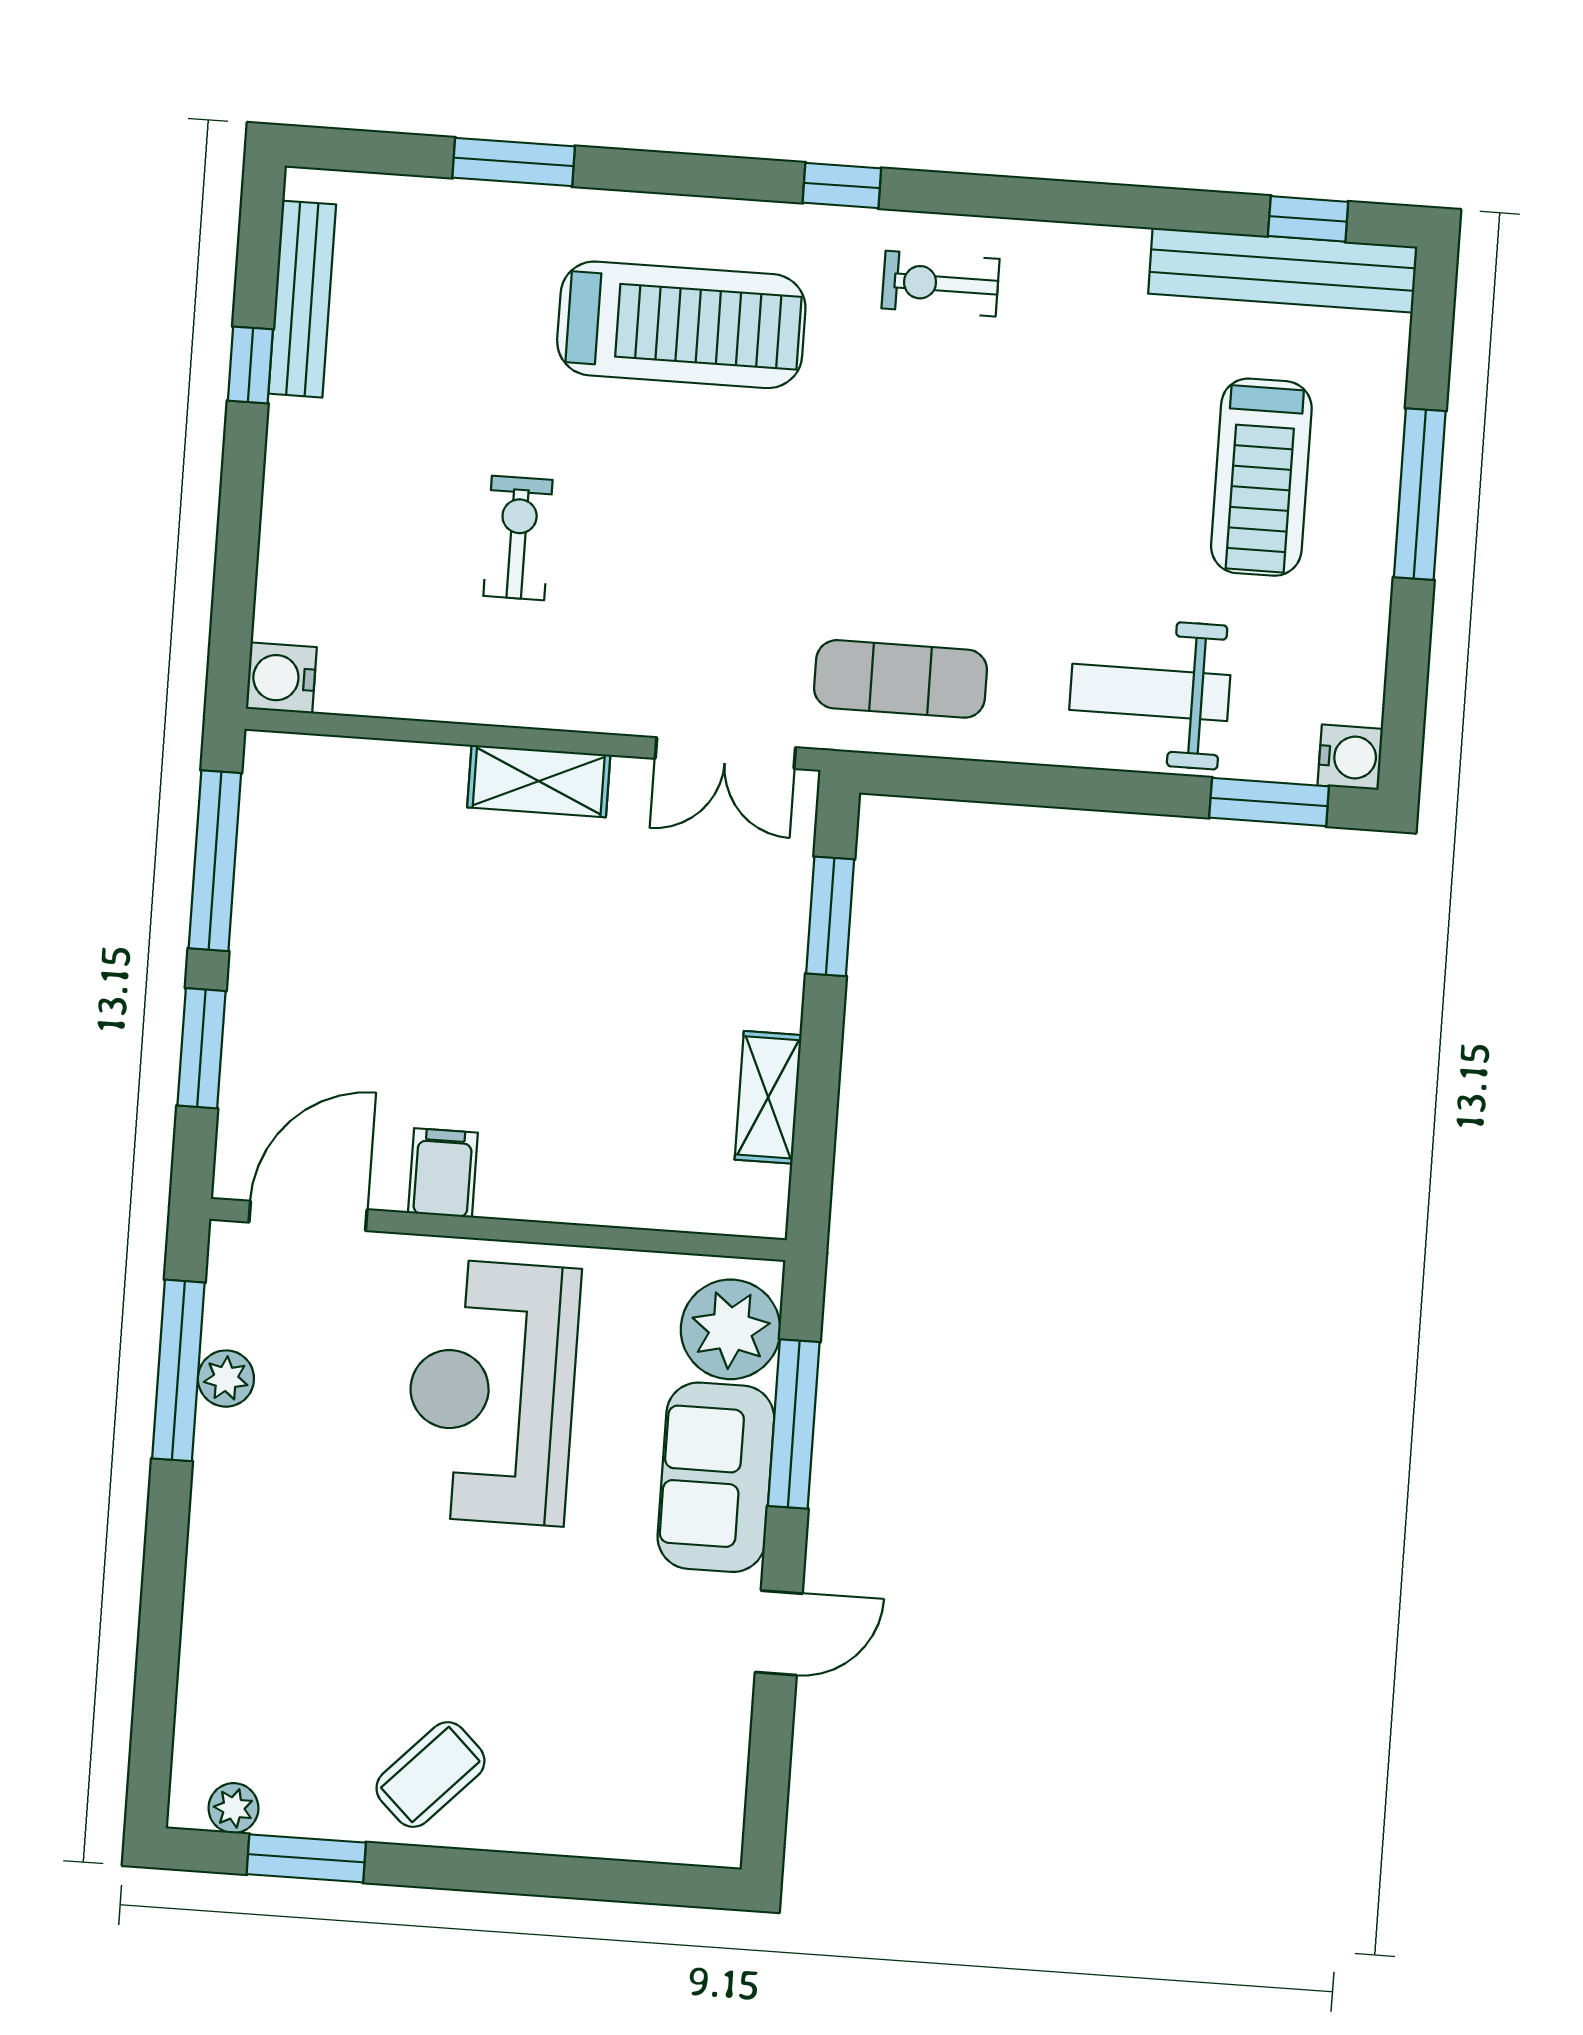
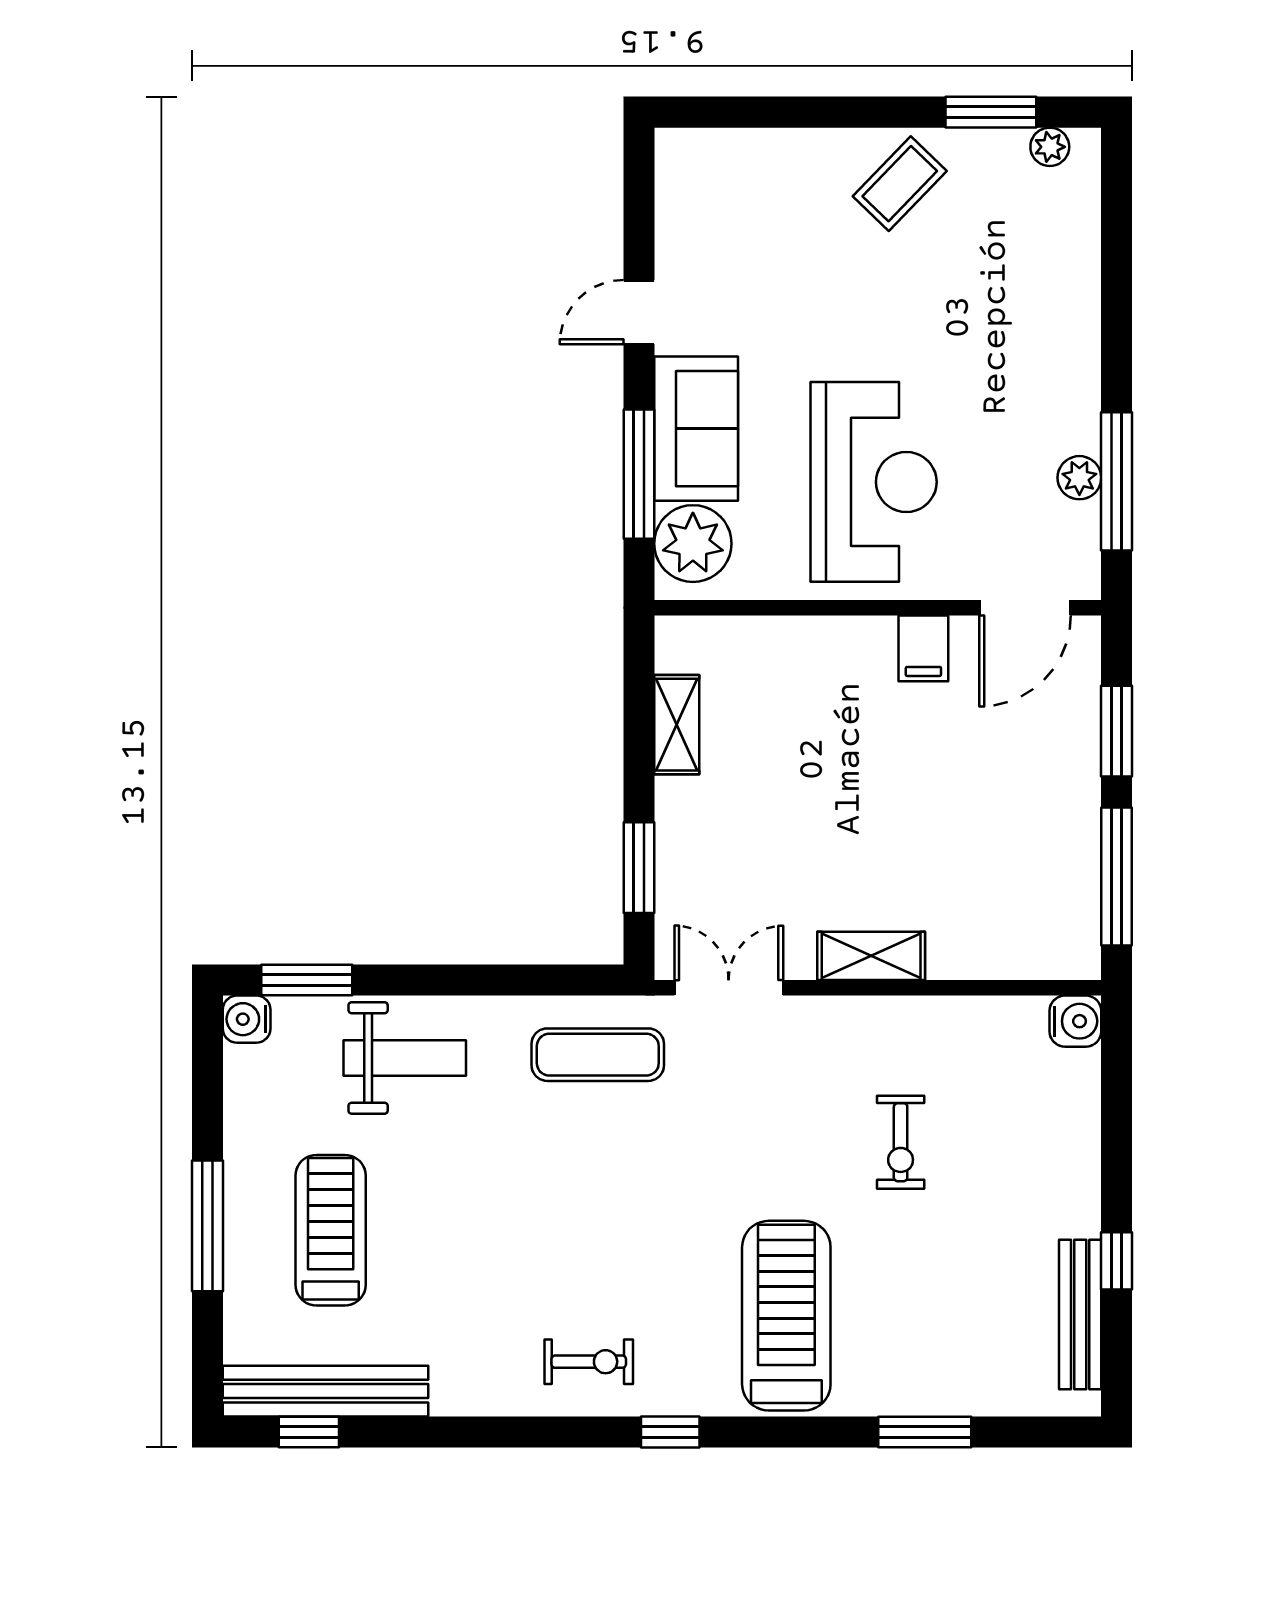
treadmill: (681, 325) -> (786, 1316), turned 90

